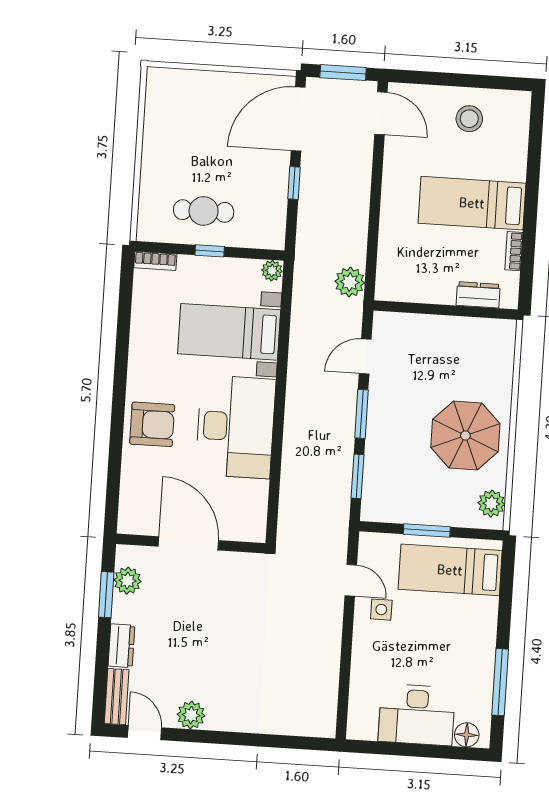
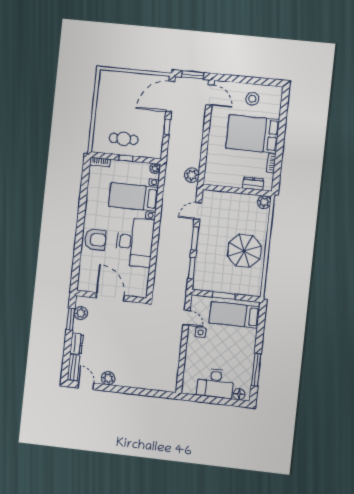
bed: (472, 203) -> (253, 134), width x1.50
plant: (491, 504) -> (264, 202), moved

